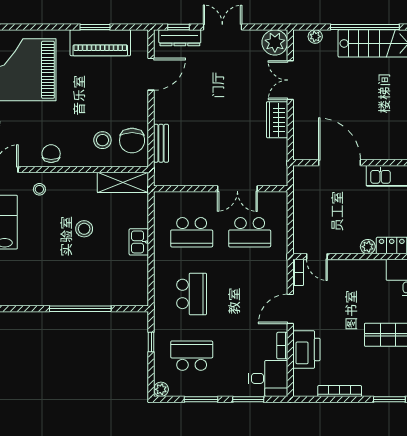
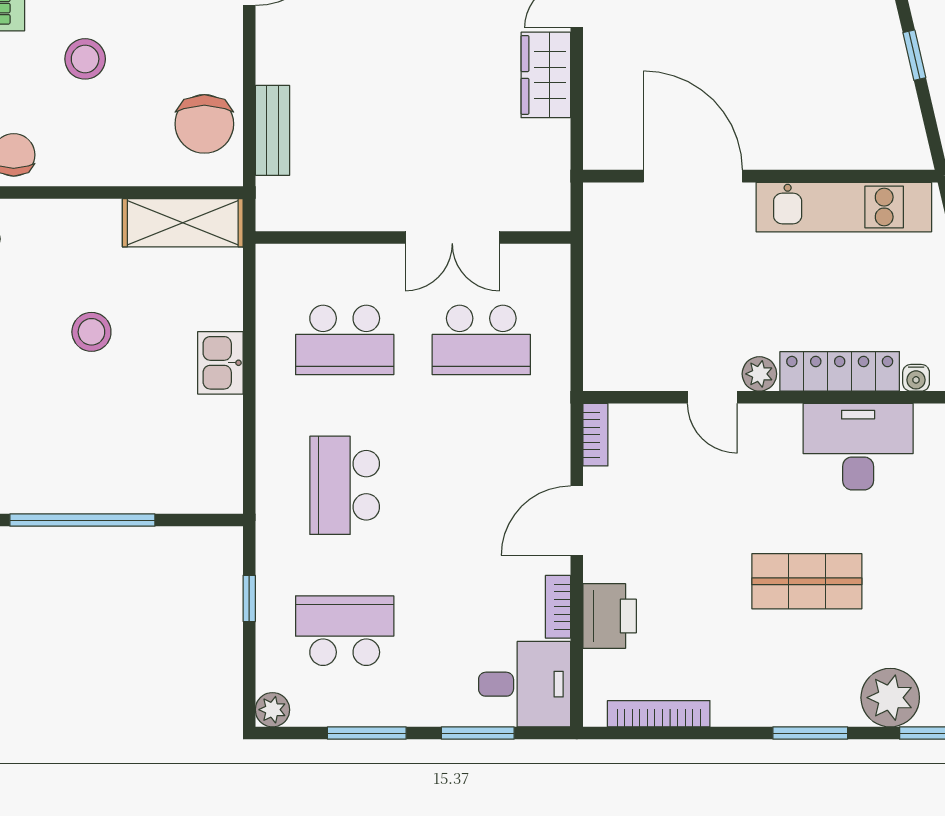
stool: (102, 140) -> (85, 59), moved
door: (317, 257) -> (712, 397), moved
school desk: (192, 294) -> (345, 485), turned 180
printer: (306, 349) -> (610, 616), width x0.73, depth x0.84
bookcase: (340, 391) -> (659, 714), moved

